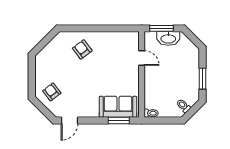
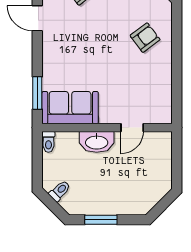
window: (161, 28) -> (177, 158), removed
washbasin: (168, 38) -> (97, 142), moved, turned -90
sofa: (118, 107) -> (70, 108), moved, turned -90

